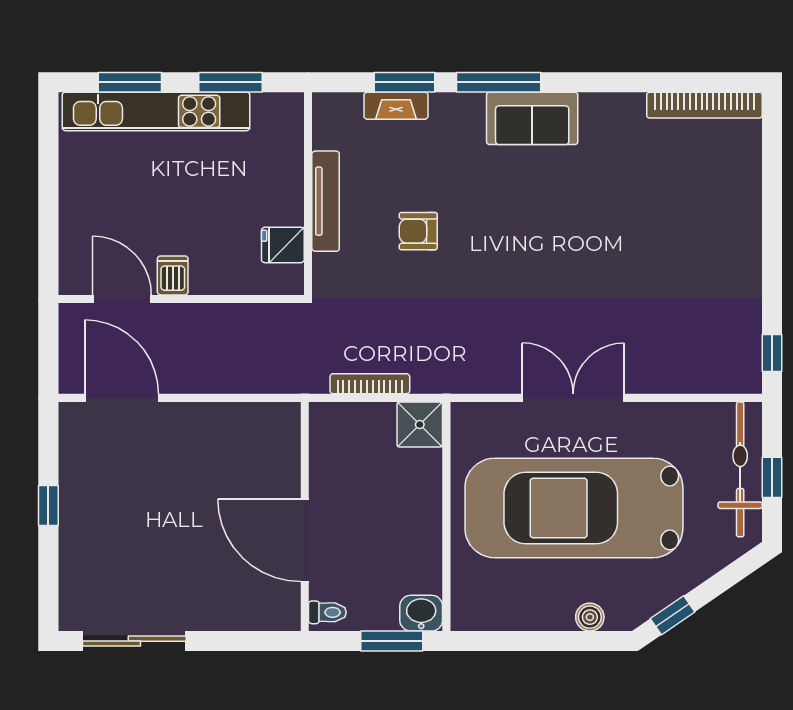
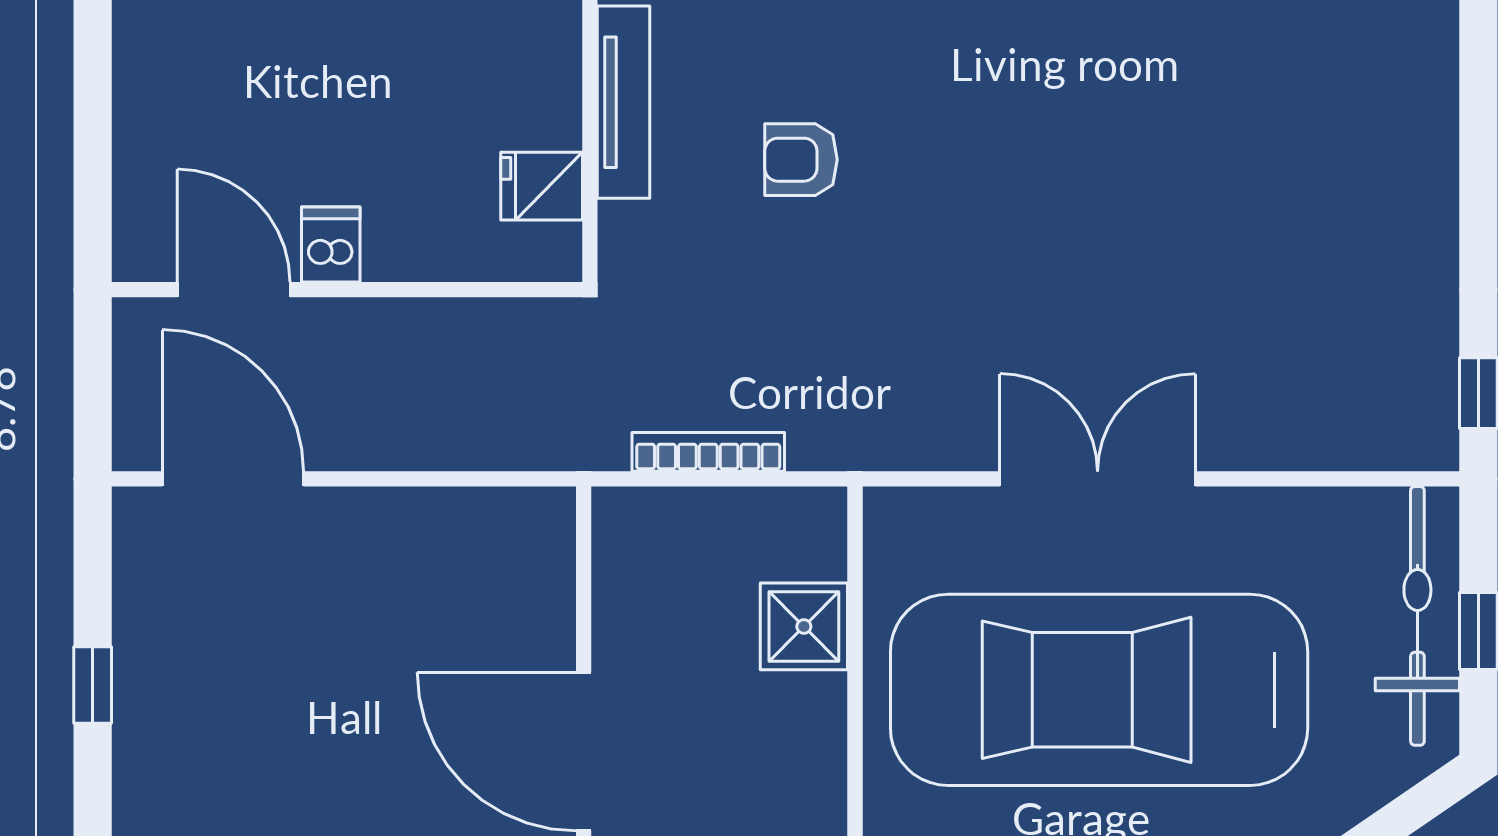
shower: (420, 425) -> (804, 626), moved

